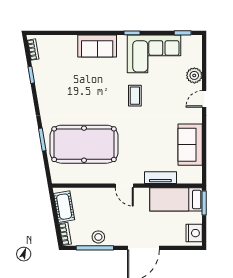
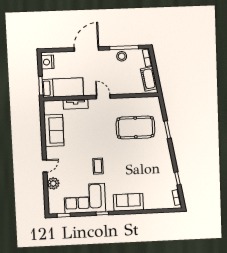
pool table: (84, 144) -> (135, 127), width x0.73, depth x0.76

